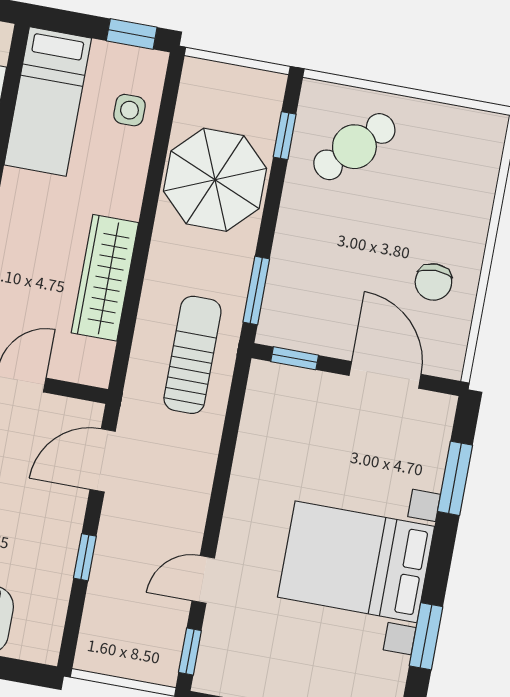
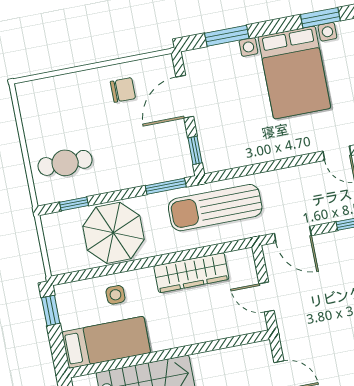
side table: (129, 110) -> (115, 295), moved
cafe table: (354, 147) -> (65, 163), turned -45
sun lounger: (192, 355) -> (215, 208), width x1.36, depth x1.34

